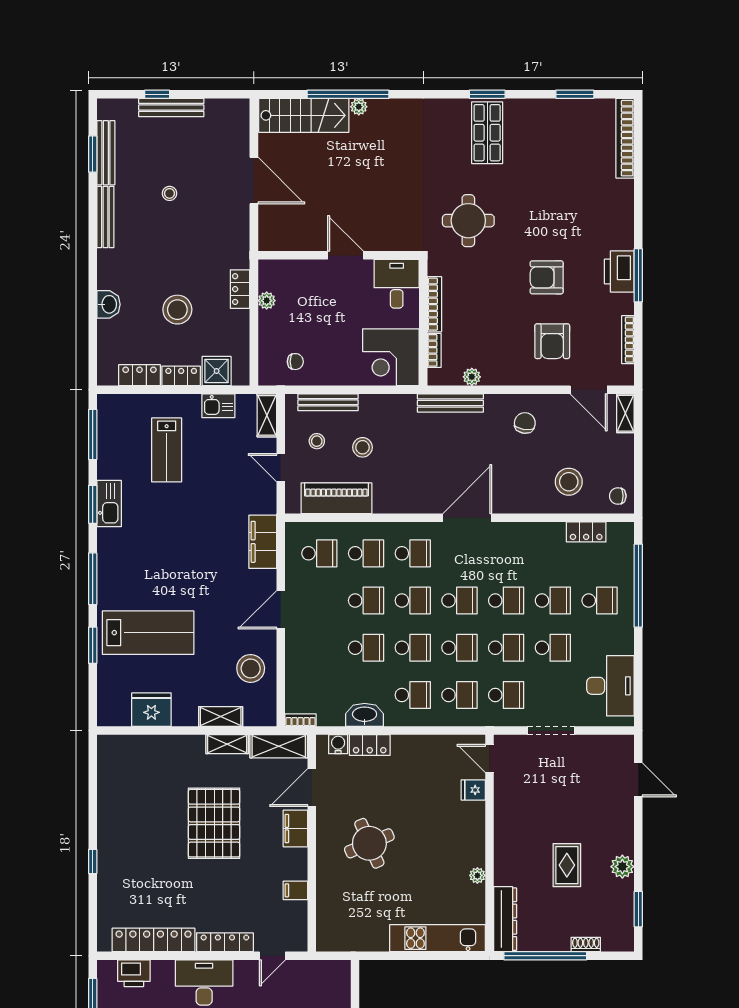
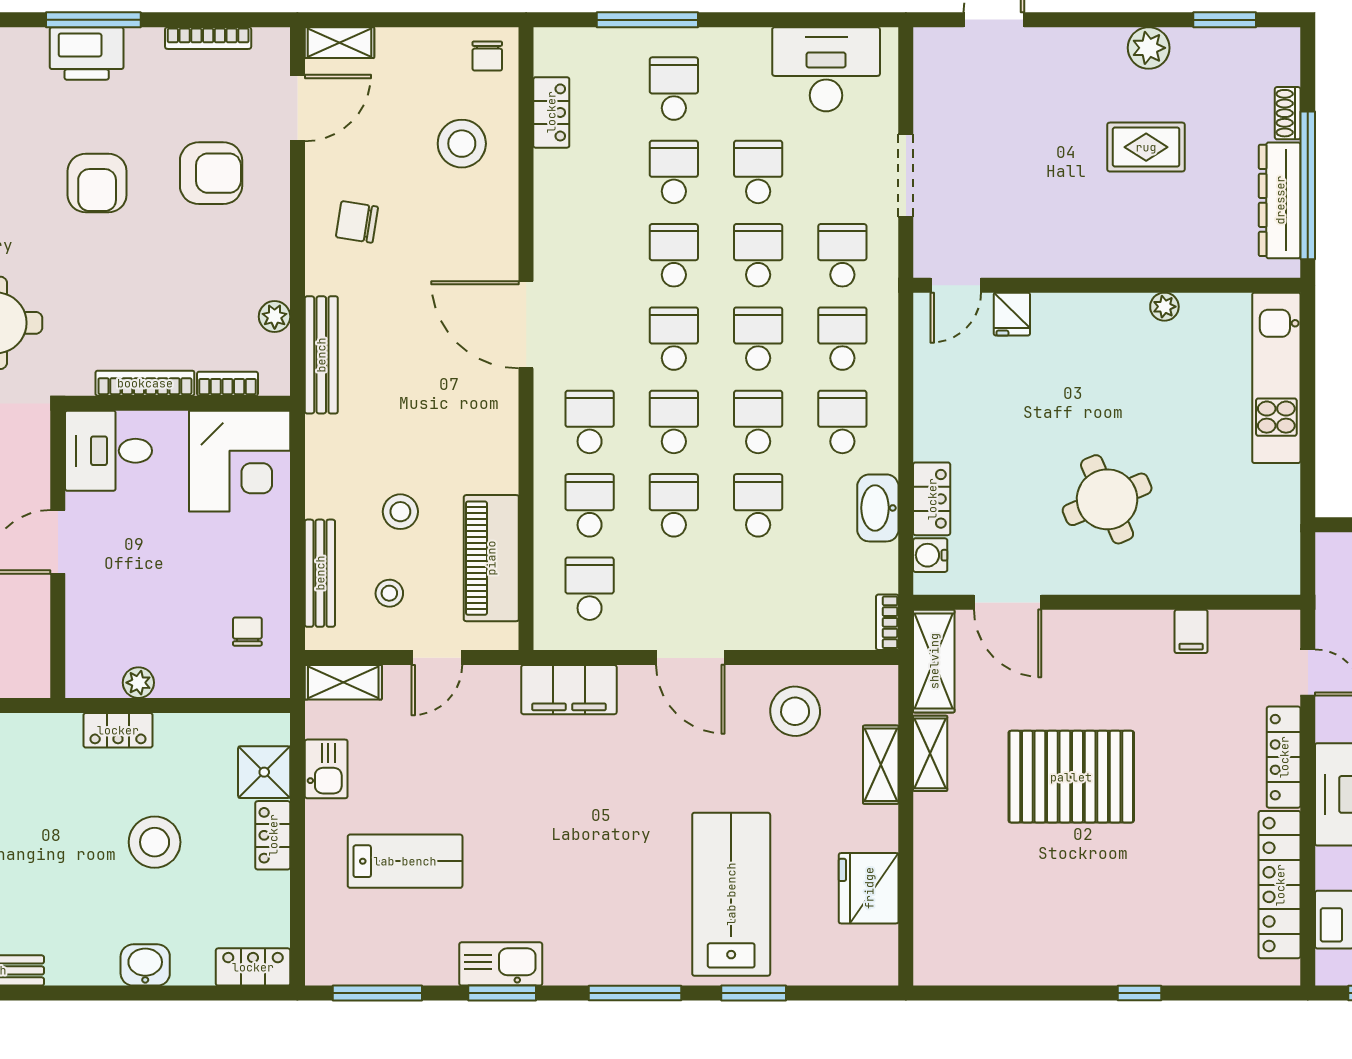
locker: (140, 375) -> (253, 967), moved, turned 90
window: (638, 586) -> (647, 20), width x0.68
filing cabinet: (295, 829) -> (1081, 631), removed
dresser: (505, 919) -> (1280, 200), moved, turned -90

